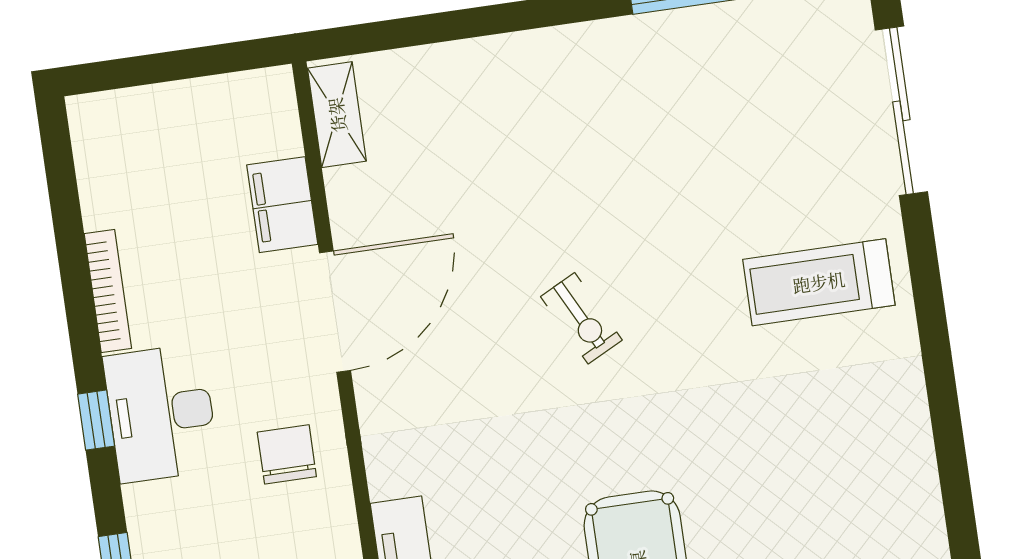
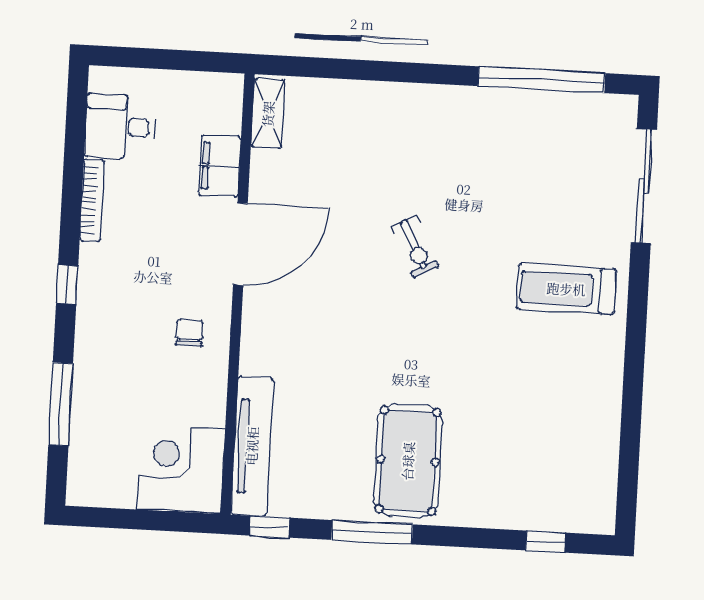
exercise bike: (581, 318) -> (415, 247), moved
desk: (161, 413) -> (120, 127), moved, width x0.73
chair: (287, 454) -> (189, 333), width x0.73, depth x0.73

